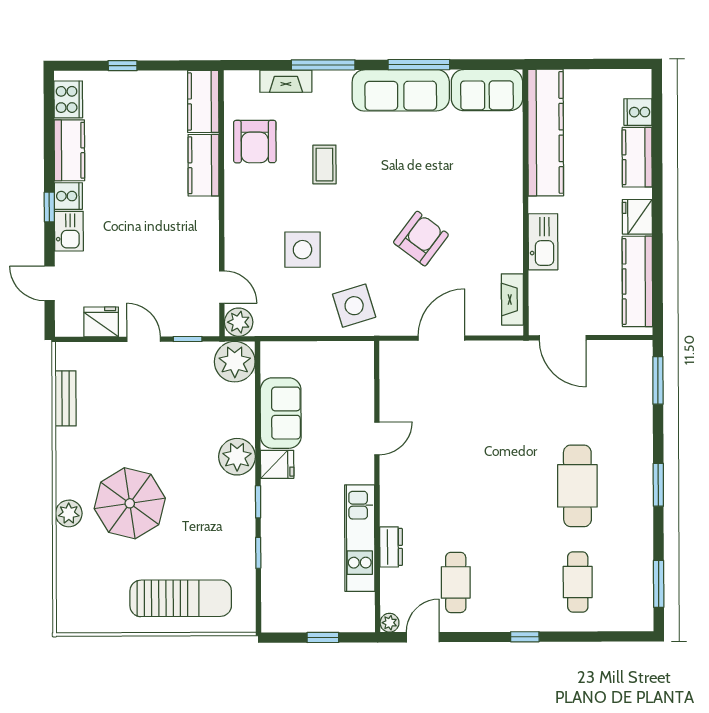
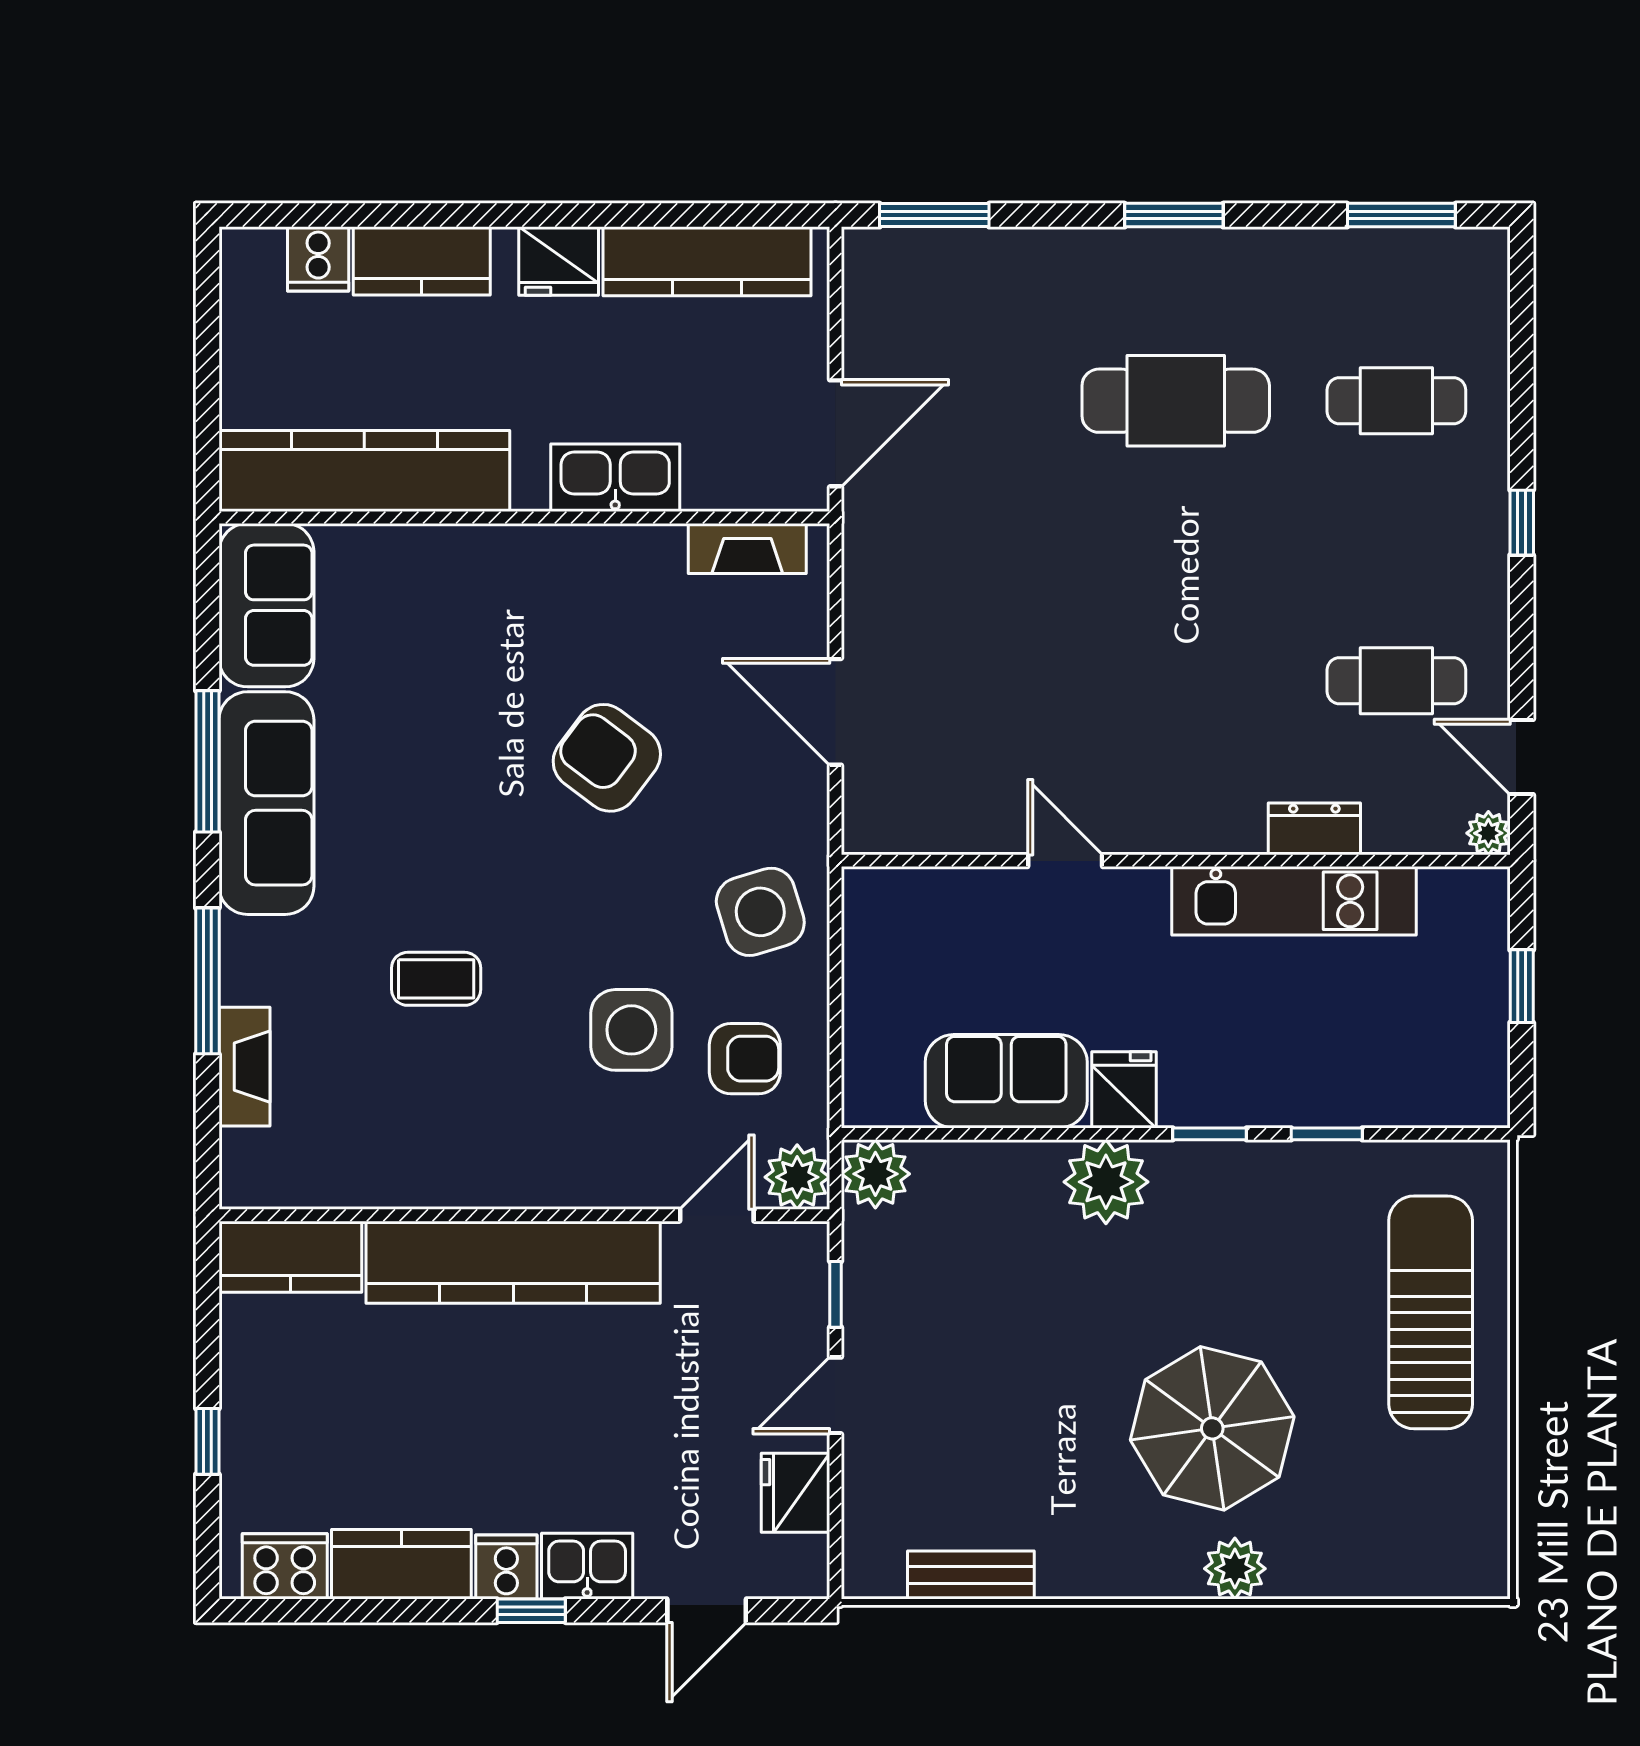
armchair: (255, 142) -> (745, 1059), moved, width x0.72, depth x0.72
kitchen counter: (204, 165) -> (513, 1262), width x2.08, depth x1.17
plant: (235, 362) -> (875, 1174), width x0.73, depth x0.73

